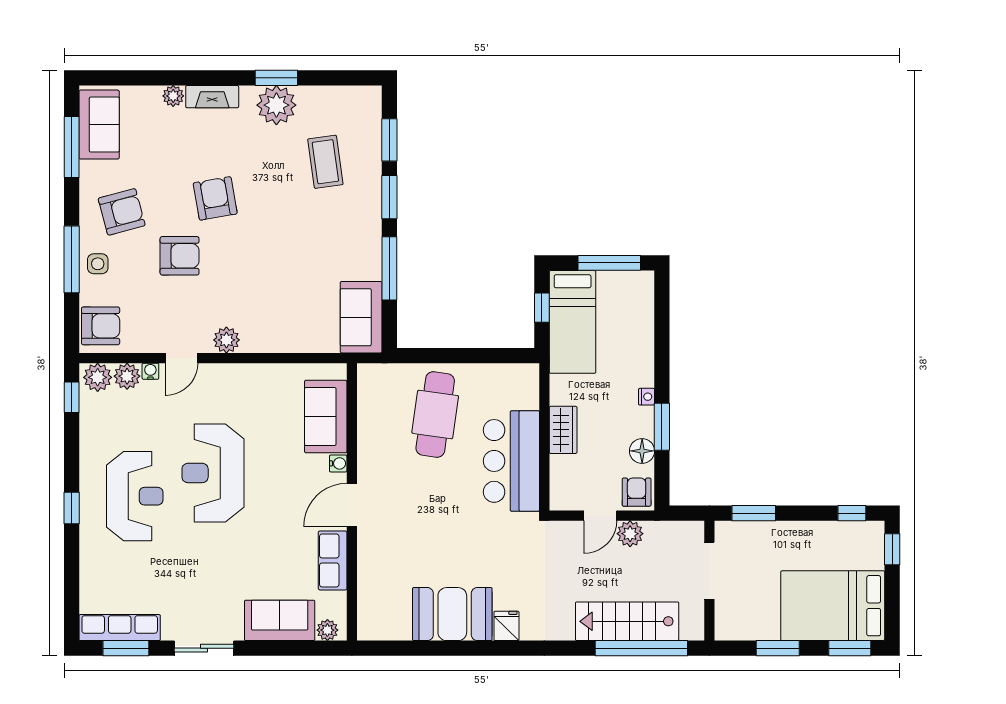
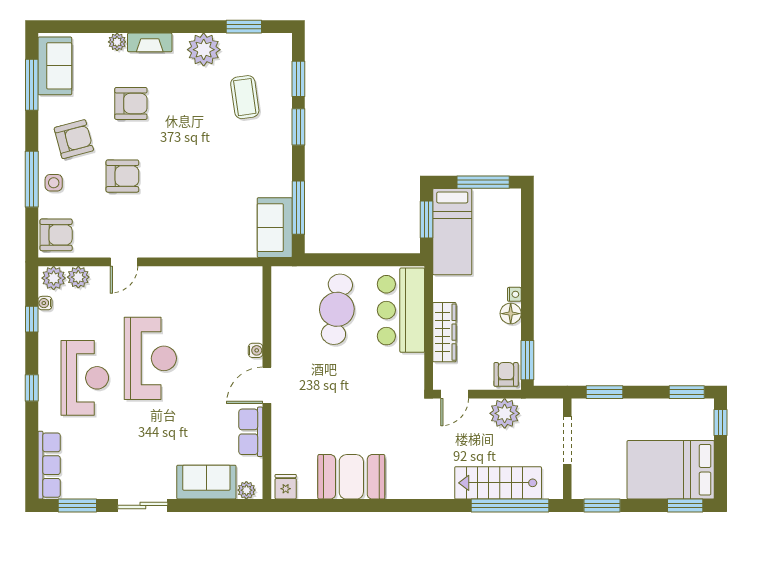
window: (276, 78) -> (244, 27), moved
armchair: (215, 198) -> (131, 103), moved, turned 100
window: (389, 268) -> (298, 208), moved
window: (542, 308) -> (427, 220), width x1.50
plant: (226, 340) -> (162, 247), removed
water cooler: (150, 371) -> (45, 303), moved, turned -90
window: (72, 397) -> (32, 319), moved
sofa: (326, 417) -> (245, 311), removed
window: (662, 427) -> (527, 360), moved
wardrobe: (563, 430) -> (444, 332), width x1.50
floor lamp: (642, 451) -> (511, 314), moved
bar counter: (511, 461) -> (401, 310), moved
reception desk: (213, 473) -> (150, 358), turned 180
window: (852, 513) -> (687, 392), width x1.50
door: (600, 516) -> (455, 394), moved
plant: (630, 534) -> (505, 413), width x1.36, depth x1.36
fridge: (506, 626) -> (286, 487), moved
row of seats: (120, 628) -> (49, 465), moved, turned 90
window: (778, 648) -> (602, 505), moved

